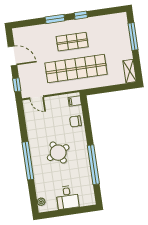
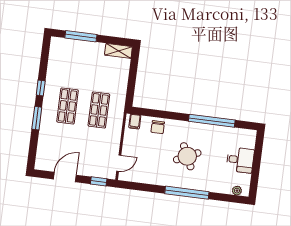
shop shelf: (76, 69) -> (99, 110), width x0.50, depth x0.74

